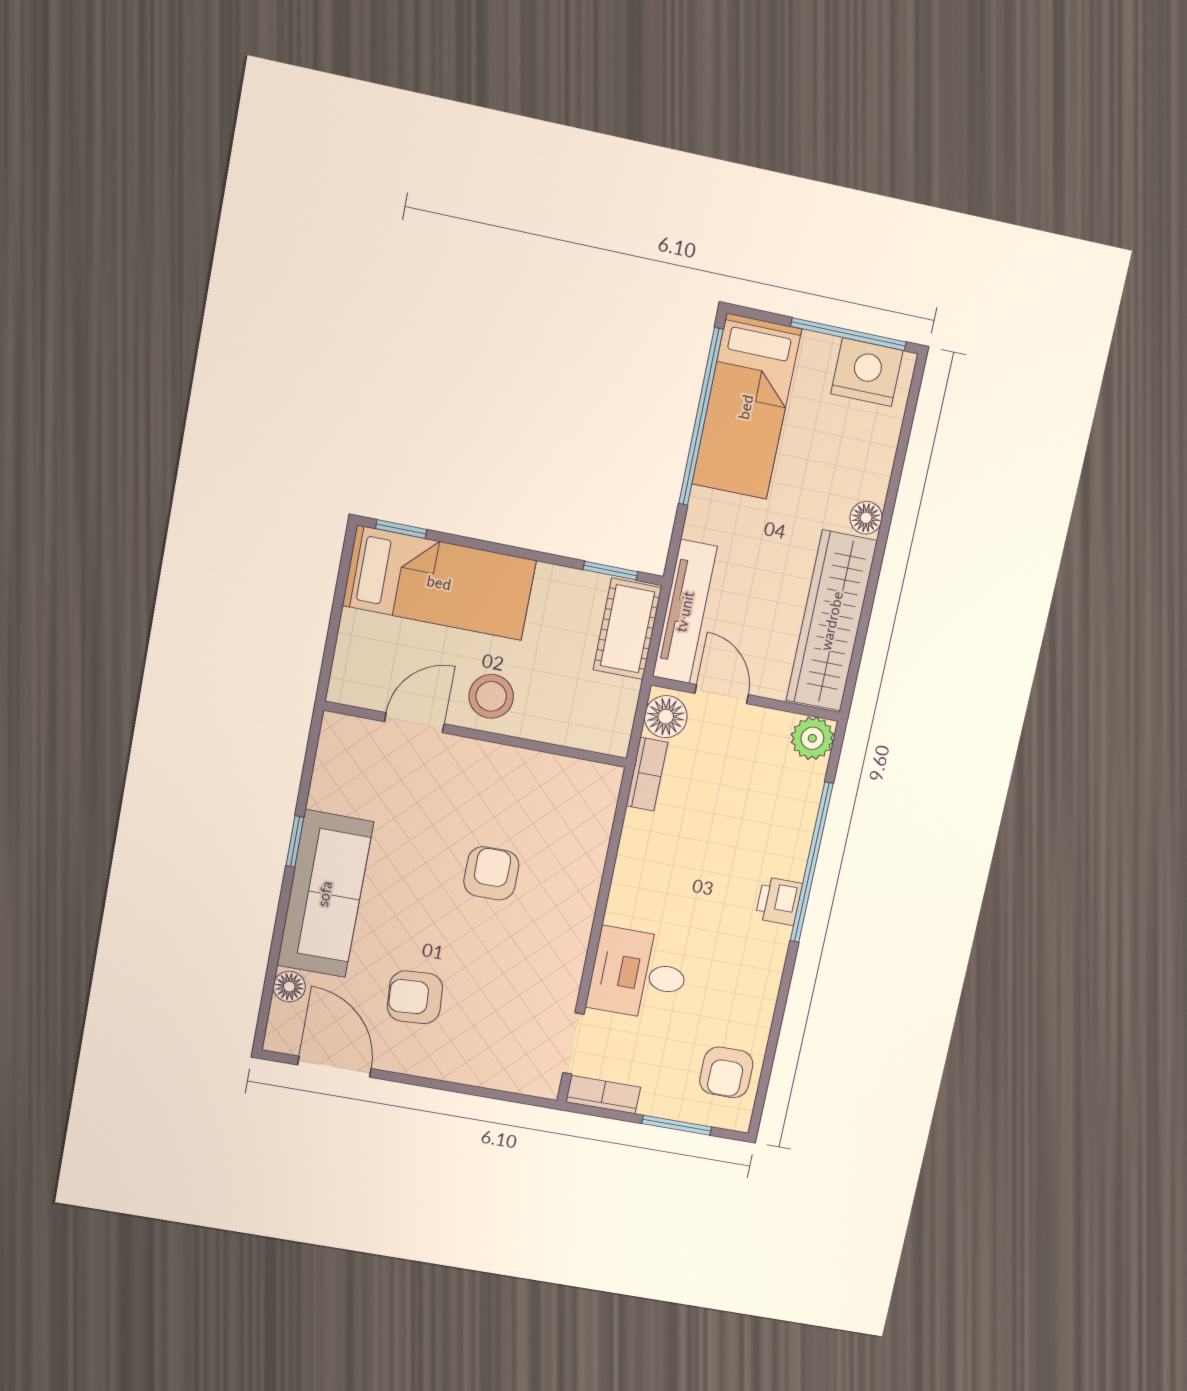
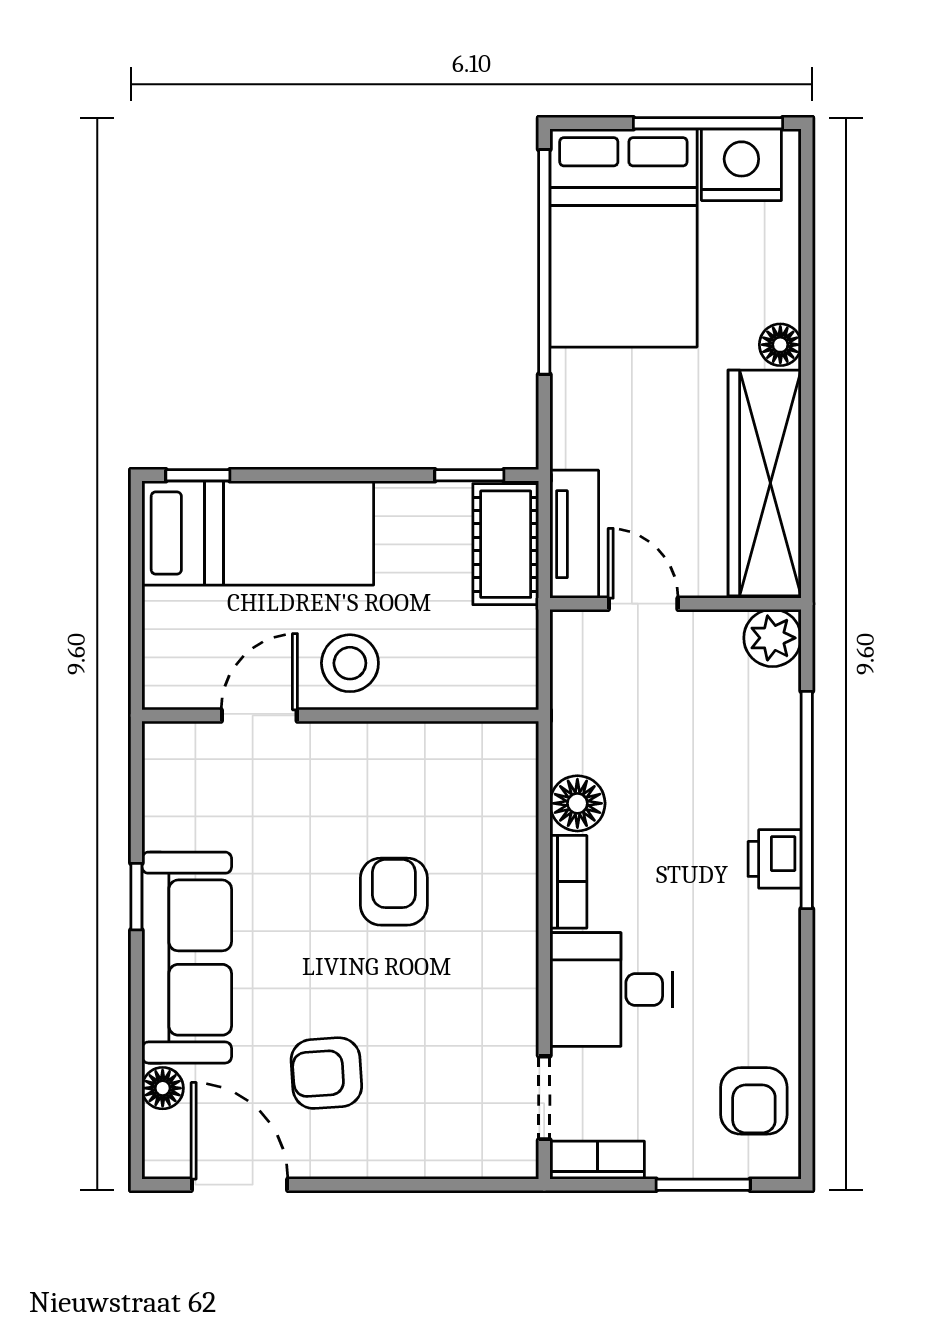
bed: (746, 407) -> (623, 238), width x1.50
tv unit: (685, 612) -> (574, 534), width x0.71
floor lamp: (666, 717) -> (577, 803), moved
bookcase: (647, 774) -> (568, 882), moved

